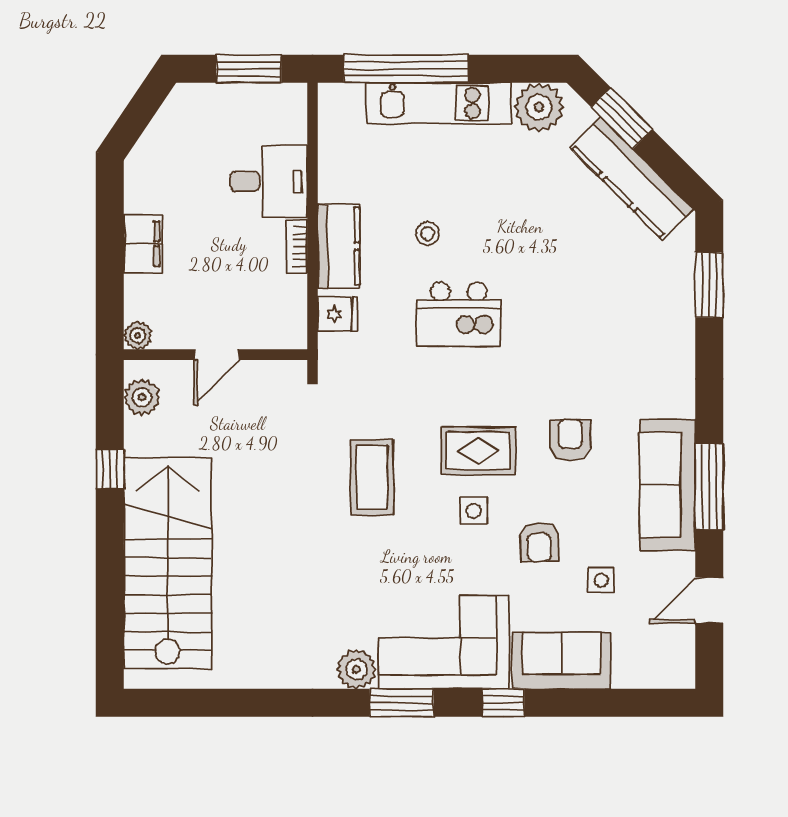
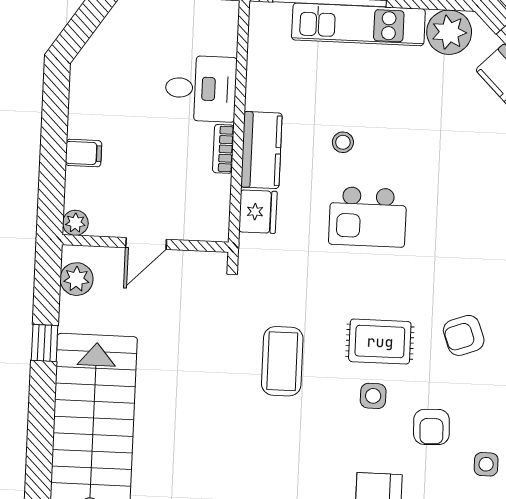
filing cabinet: (143, 244) -> (83, 153), width x0.50
fridge: (338, 314) -> (258, 212), width x1.38
armchair: (570, 440) -> (464, 335), turned -110

